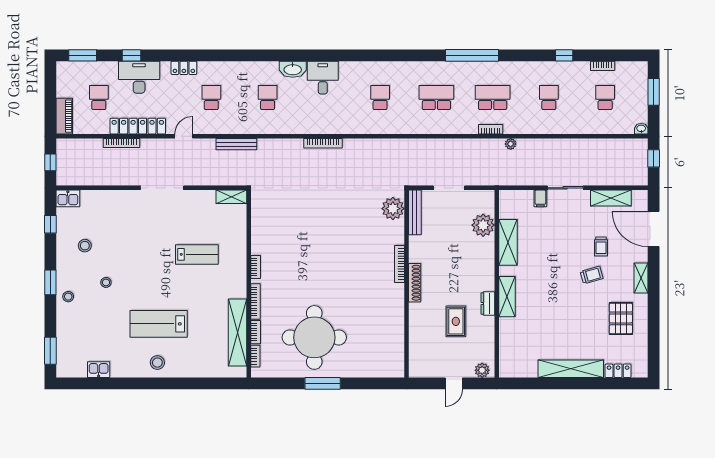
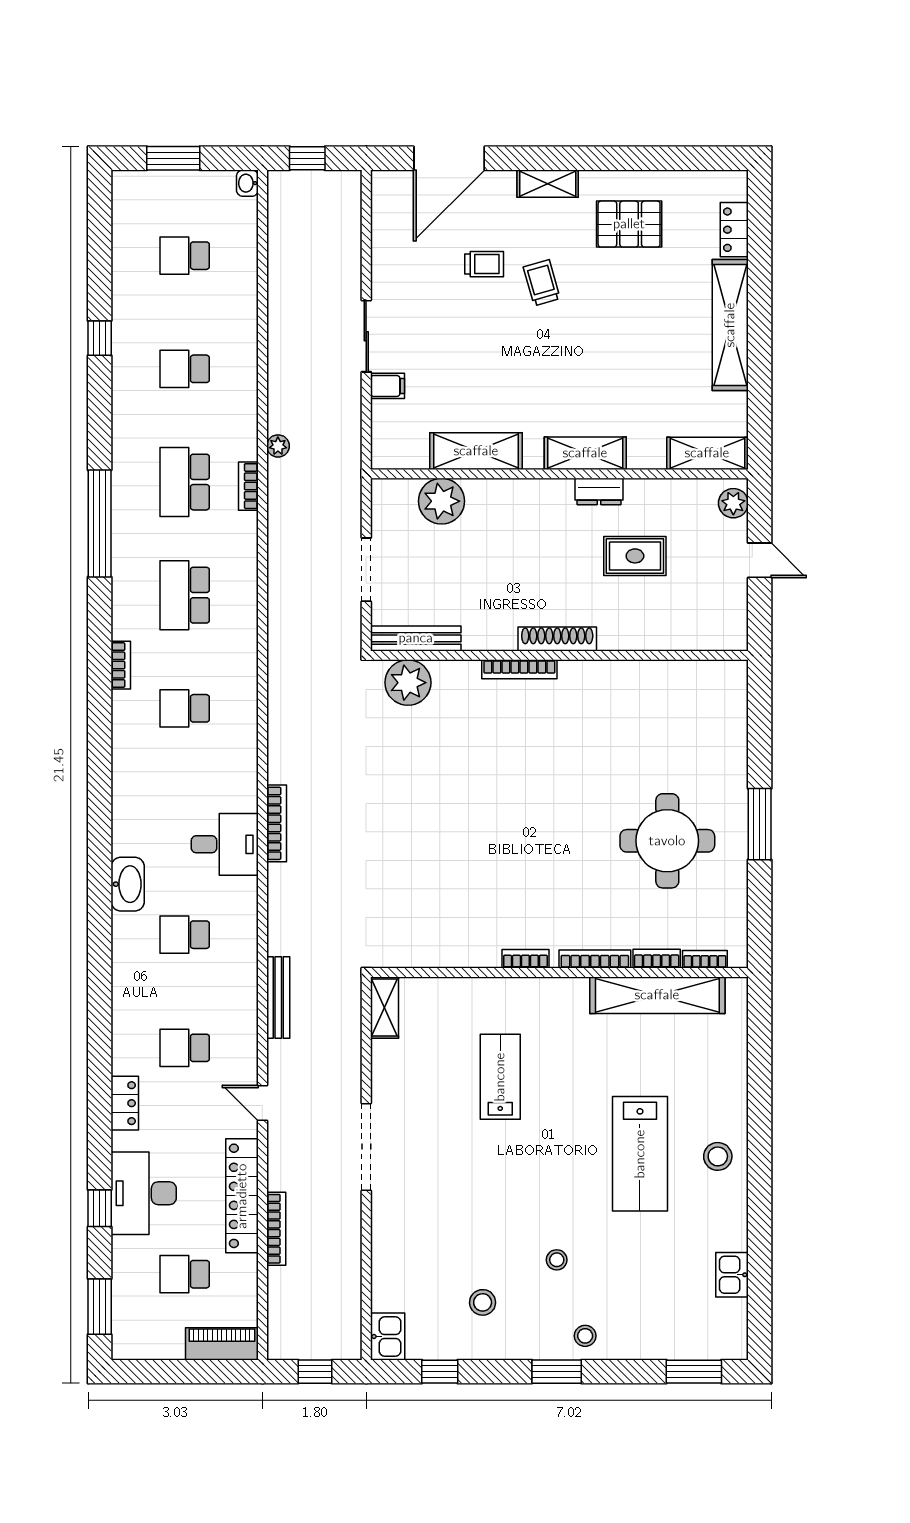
bookcase: (603, 66) -> (121, 665), moved
desk: (323, 78) -> (225, 844), moved, turned 180
shelving: (611, 198) -> (707, 453), moved, turned 90
round table: (314, 337) -> (667, 841), width x0.73, depth x0.73

